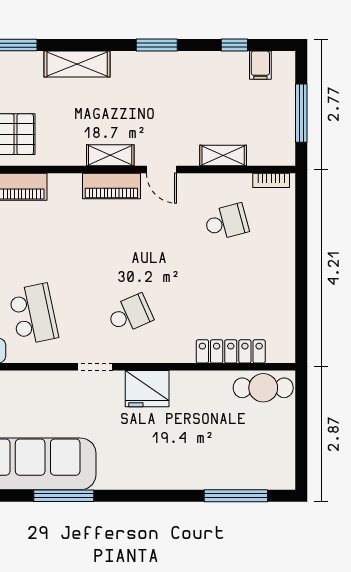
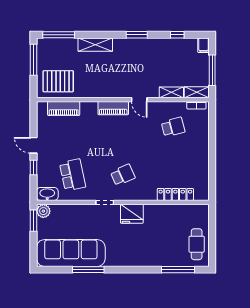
filing cabinet: (260, 65) -> (203, 45), moved
shelving: (110, 155) -> (197, 92), moved
cafe table: (263, 388) -> (197, 244), moved, turned 90

